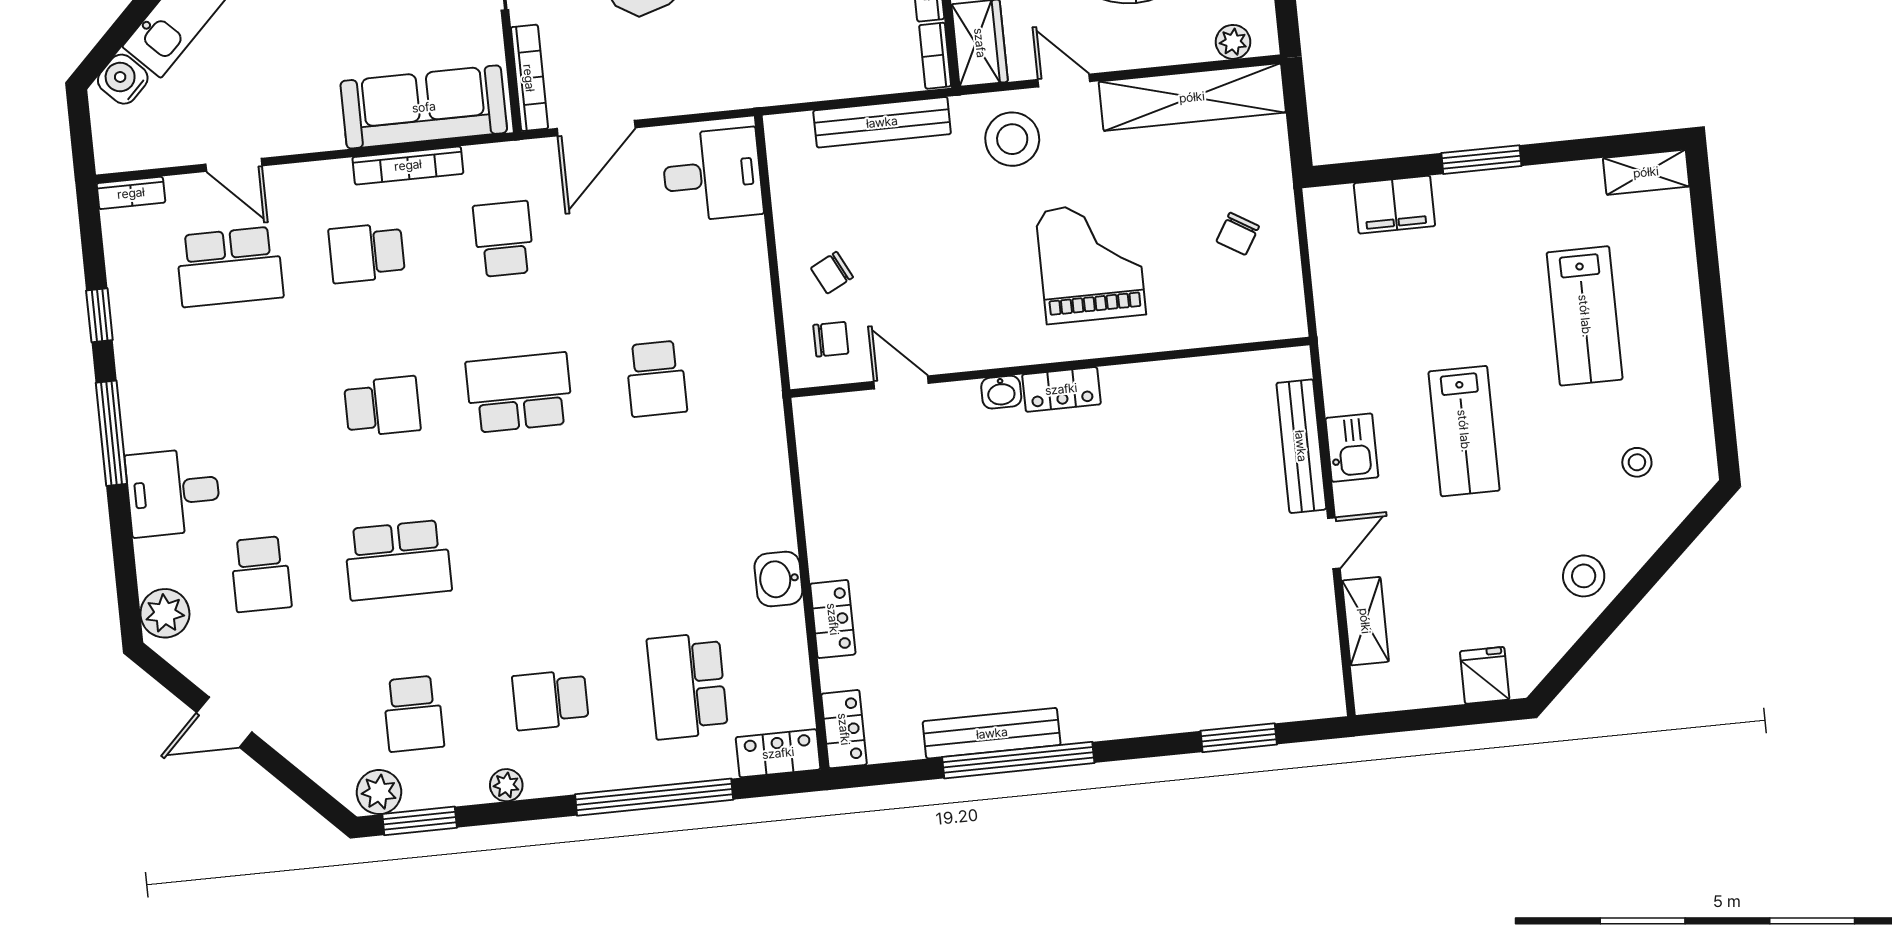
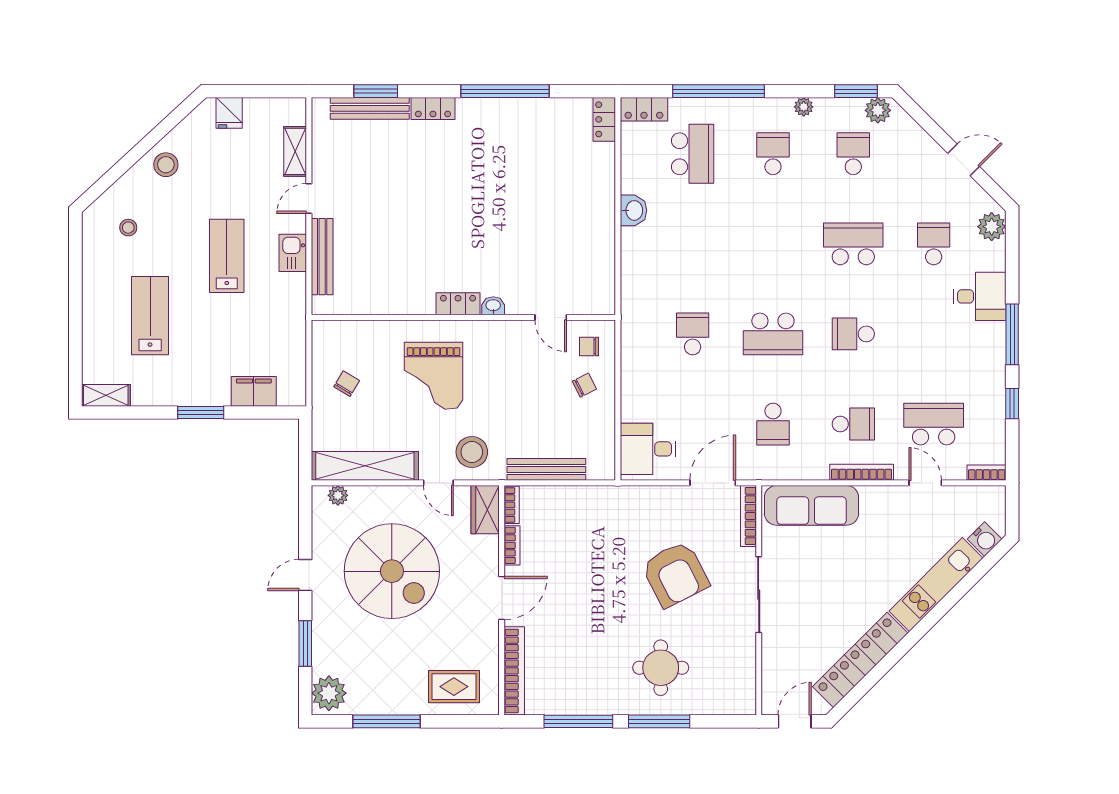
bookcase: (408, 165) -> (862, 472), moved
locker: (833, 619) -> (433, 108), moved, turned -90
school desk: (550, 700) -> (773, 154), turned -90
bench: (992, 733) -> (370, 108), moved

